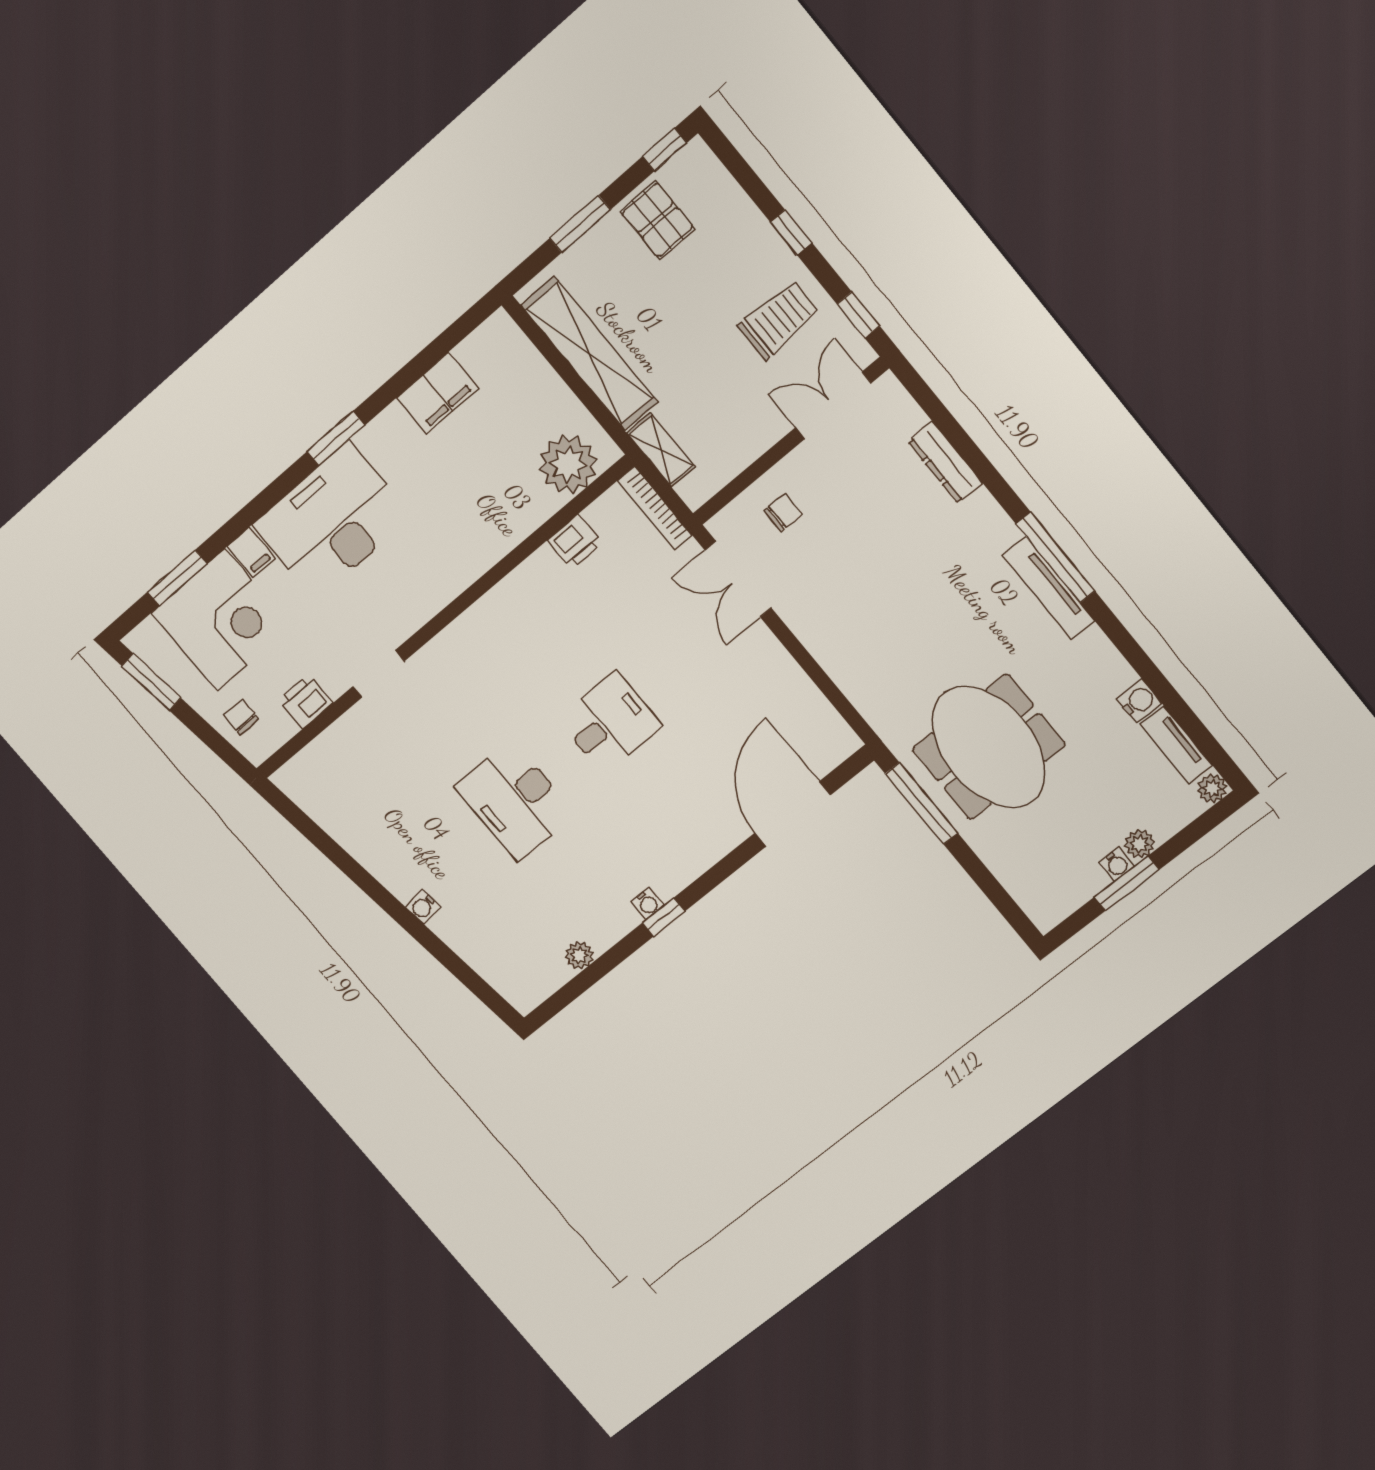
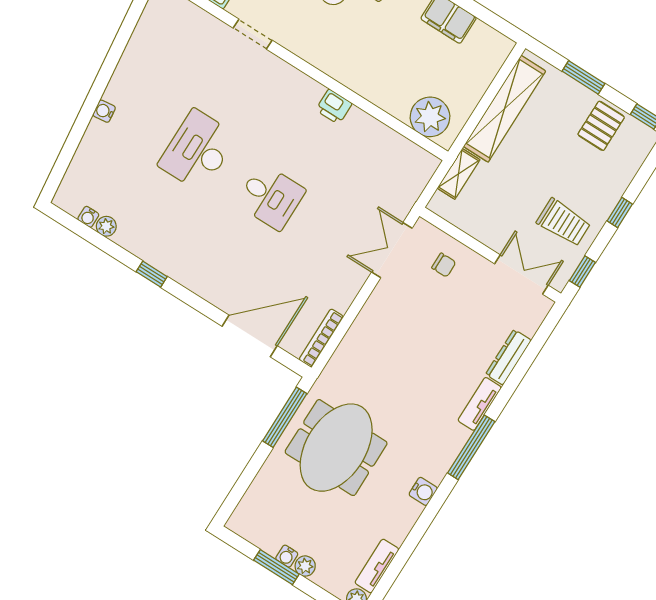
bookcase: (655, 508) -> (321, 338), moved
printer: (575, 541) -> (334, 107), moved
tv unit: (1049, 588) -> (480, 404), moved, width x0.71
water cooler: (1139, 701) -> (423, 491), moved
water cooler: (648, 903) -> (88, 217), moved

